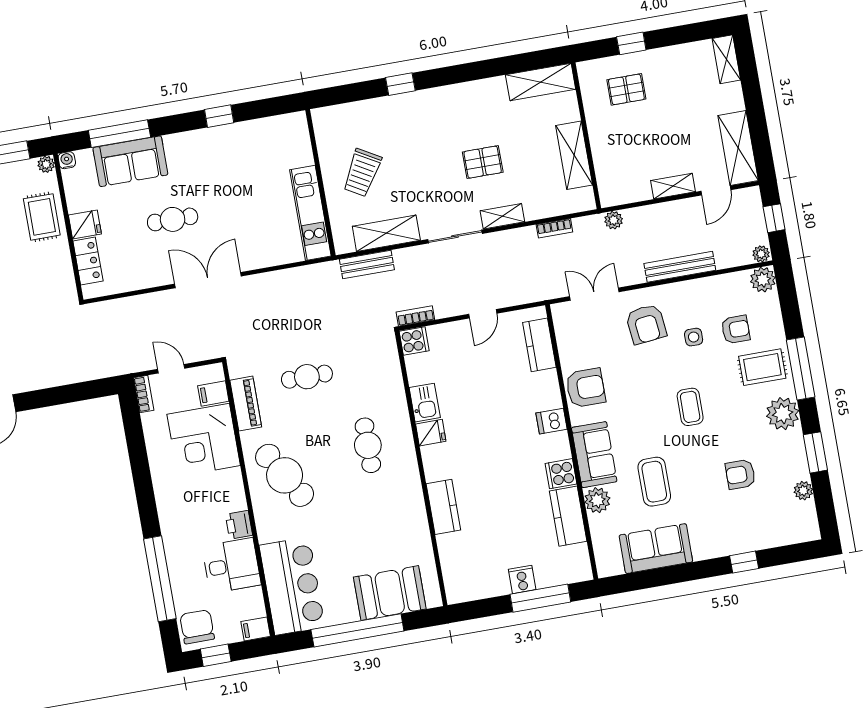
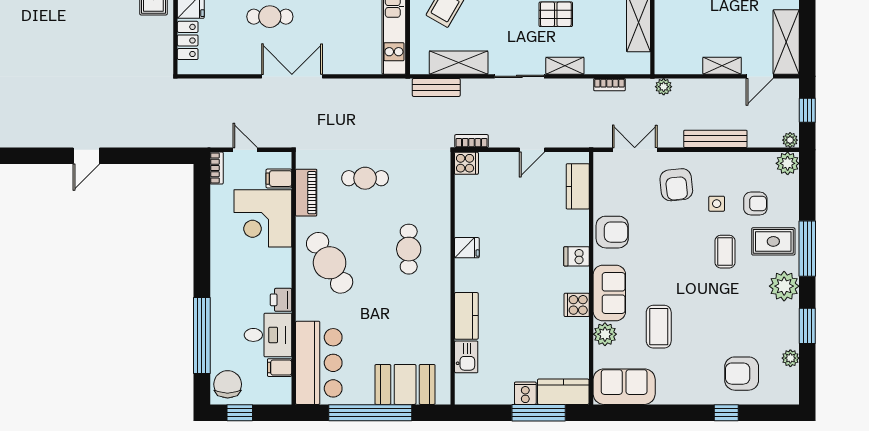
kitchen sink: (425, 403) -> (466, 357), moved
coffee table: (690, 407) -> (725, 252), moved
armchair: (740, 474) -> (742, 374), moved, width x1.38, depth x1.38
kitchen counter: (568, 516) -> (563, 392), moved, turned 90
sofa: (656, 549) -> (624, 387), moved
filing cabinet: (256, 629) -> (280, 368), moved

